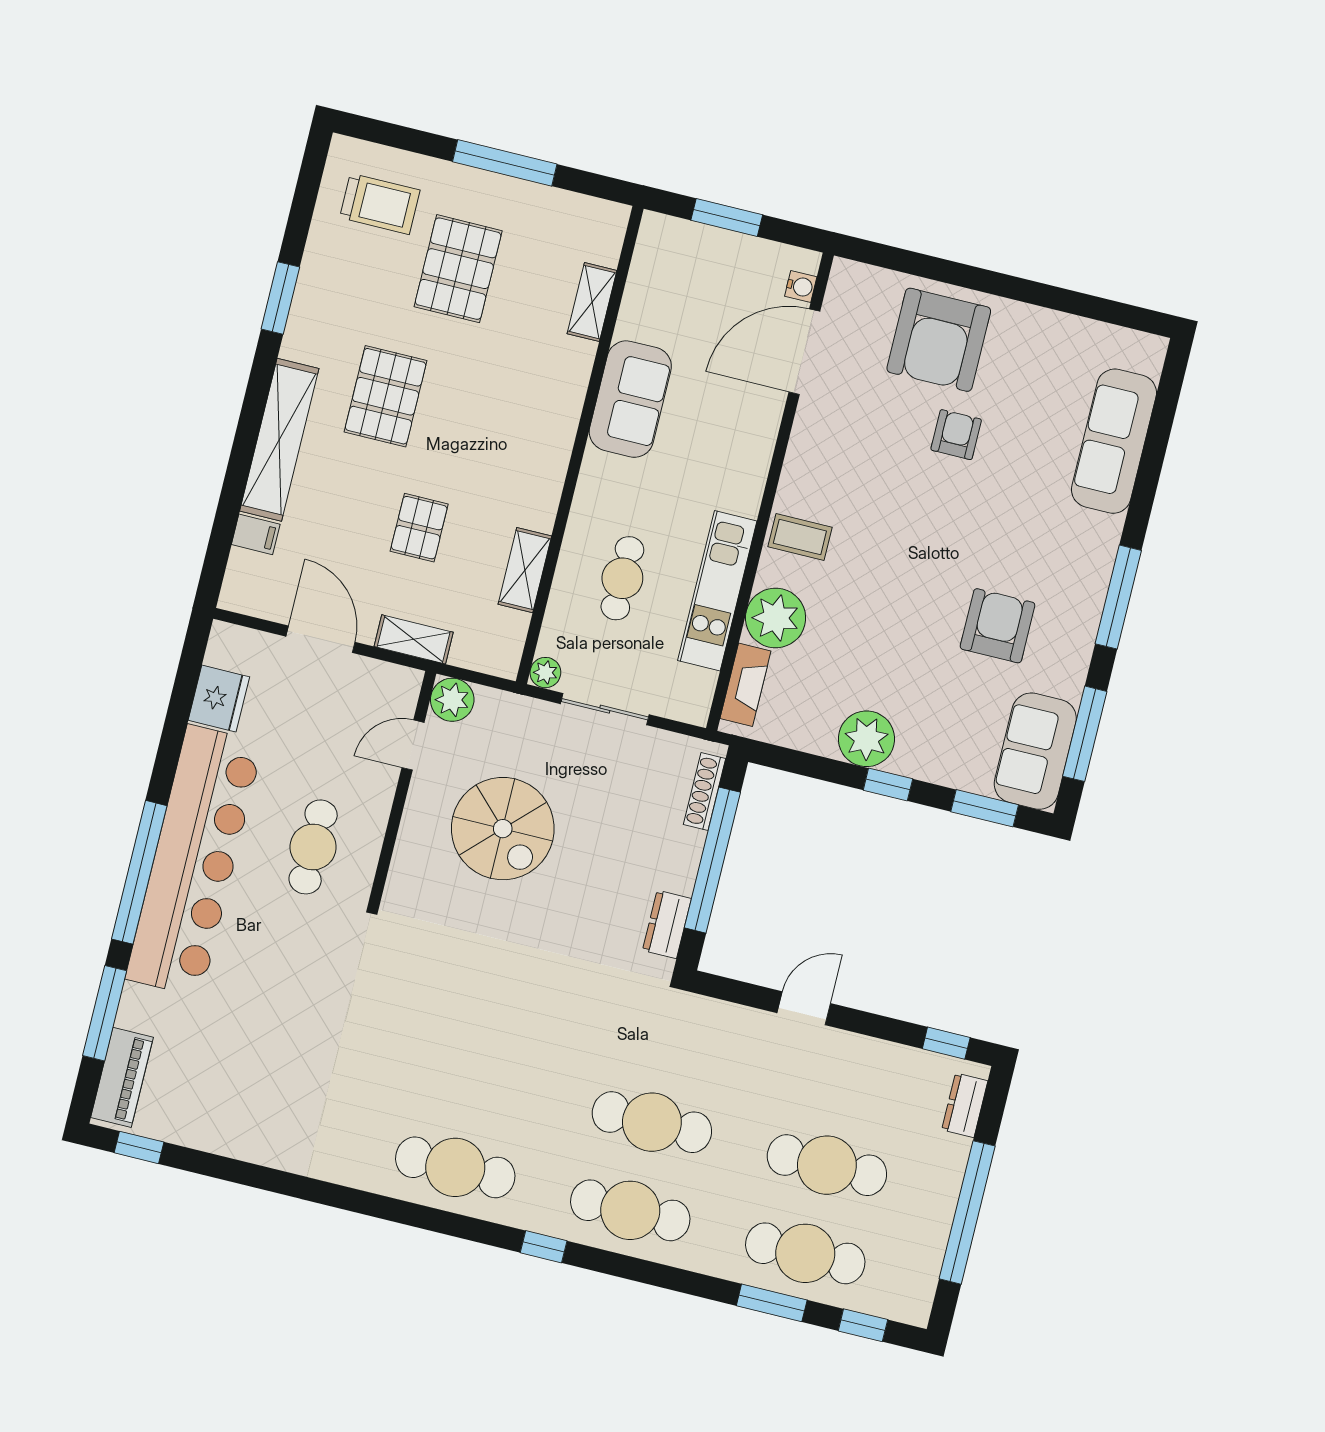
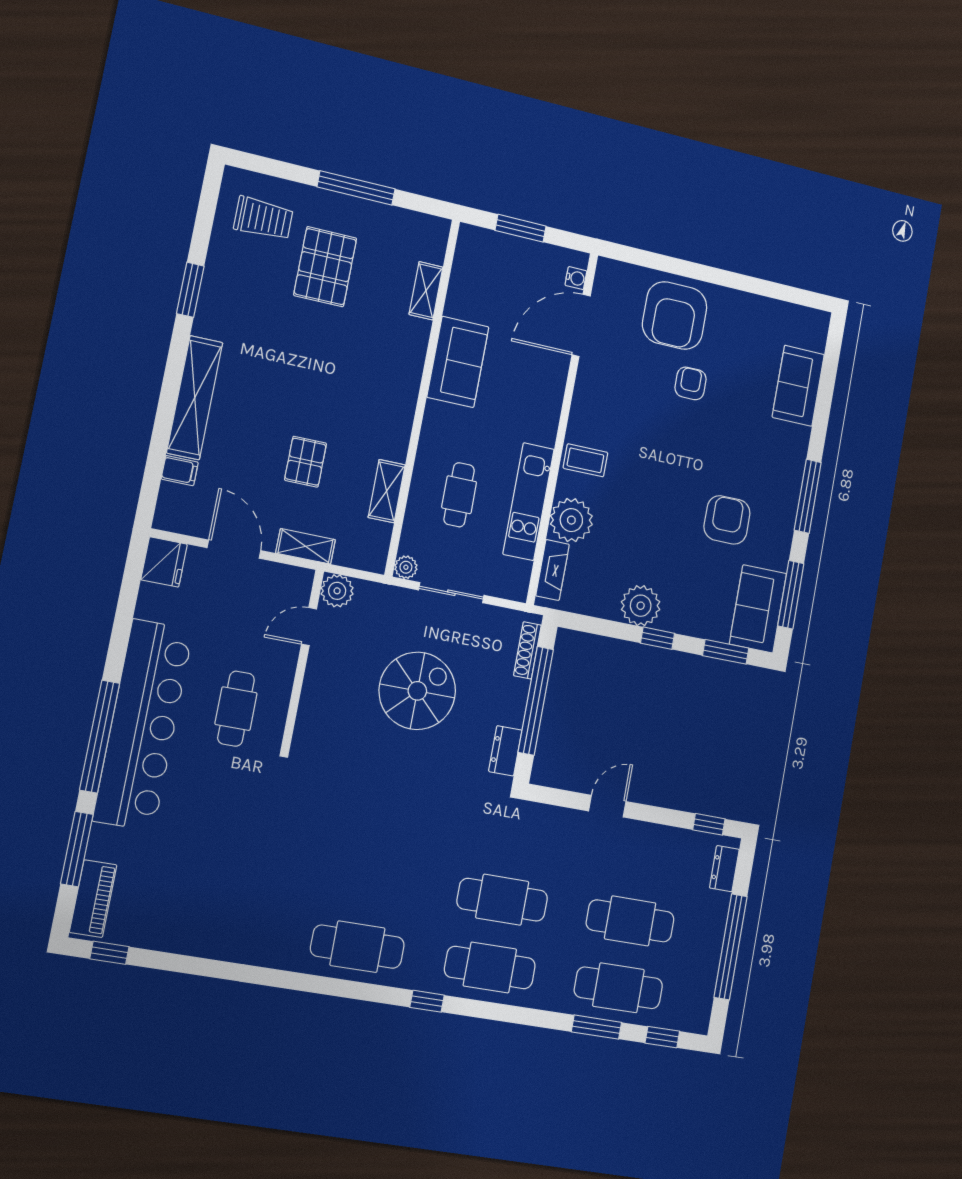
pallet: (386, 396) -> (275, 363), removed
sofa: (1114, 441) -> (798, 386), width x0.73
fridge: (219, 699) -> (164, 562), moved
spiral stairs: (503, 829) -> (417, 691), moved, turned -90

